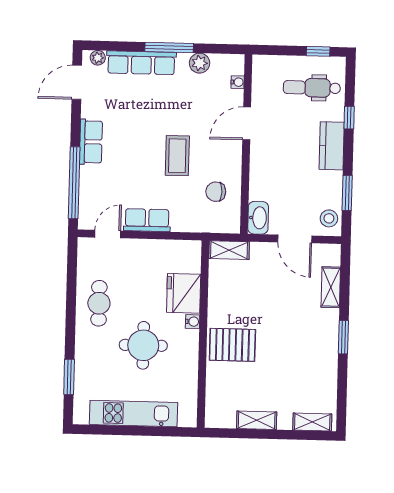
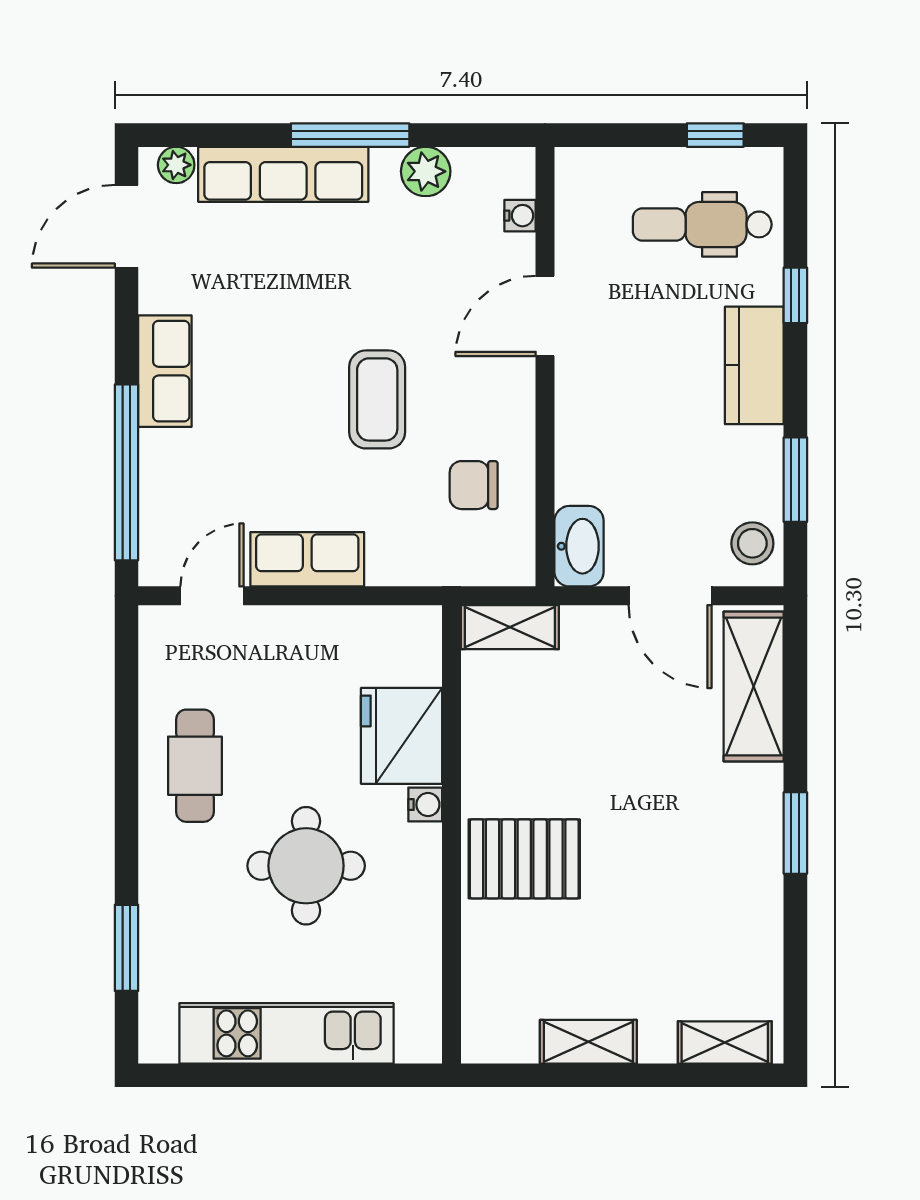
shelving: (331, 287) -> (754, 686), width x1.50, depth x1.33

